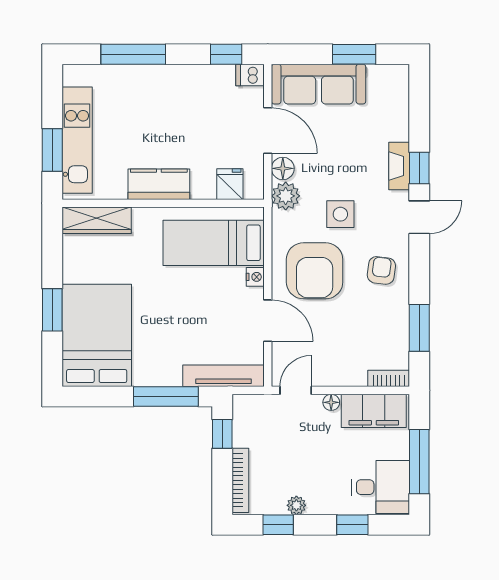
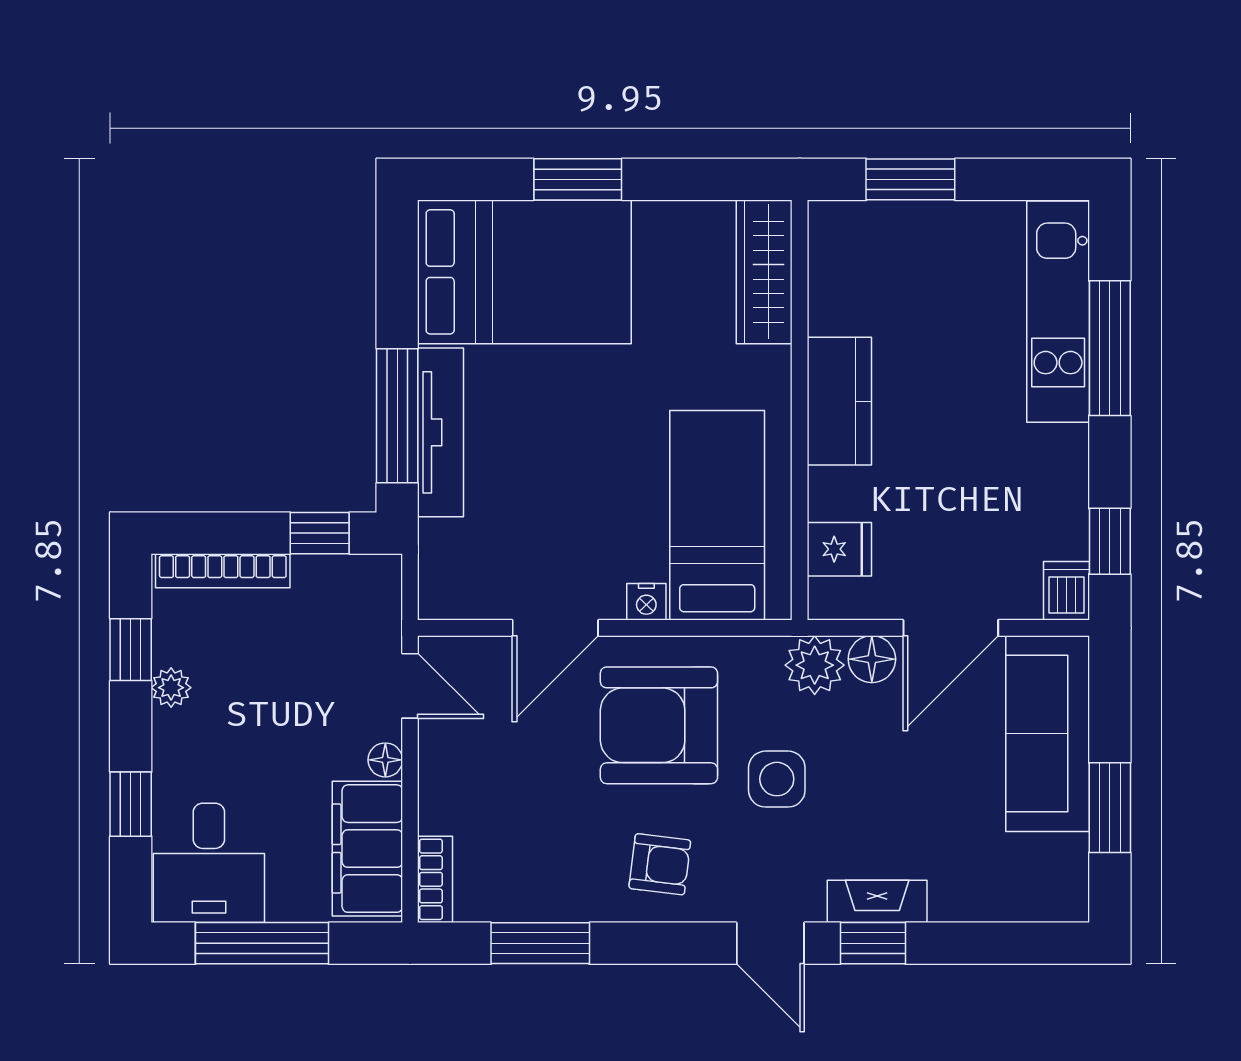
kitchen unit: (77, 140) -> (1058, 312), moved, turned 90
tv unit: (223, 376) -> (441, 432), moved

